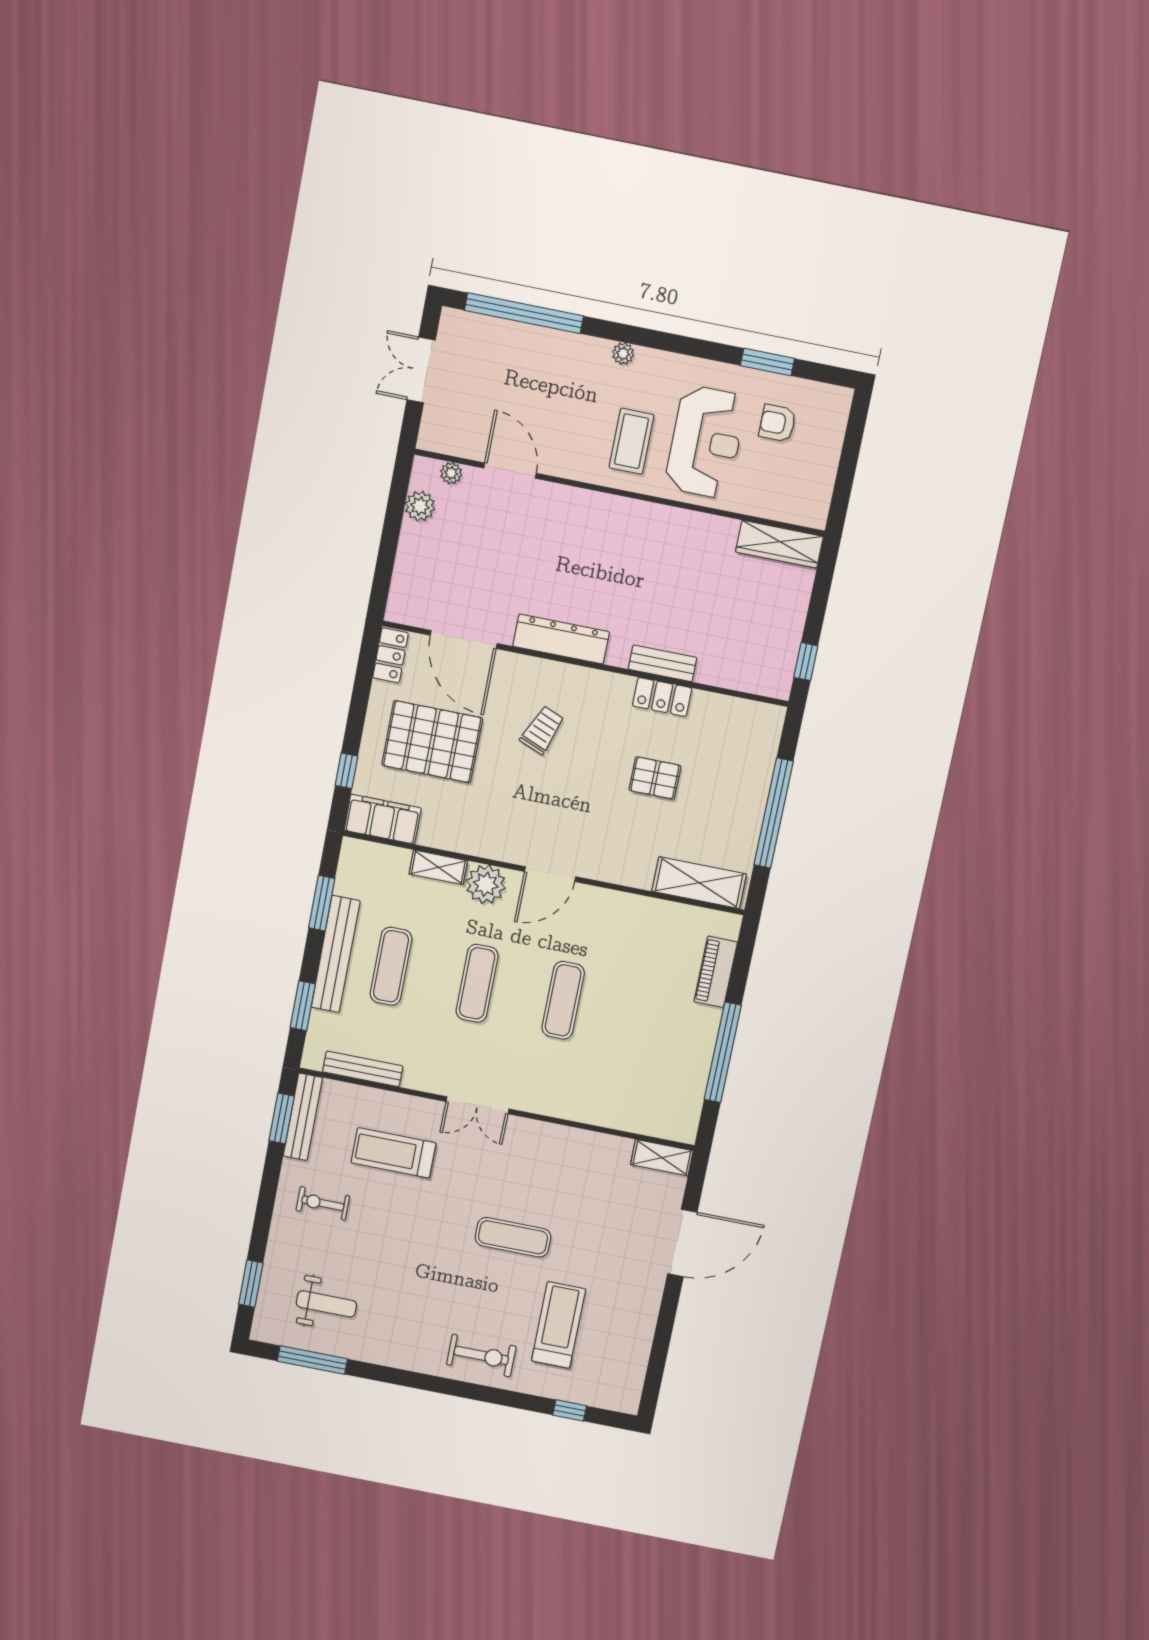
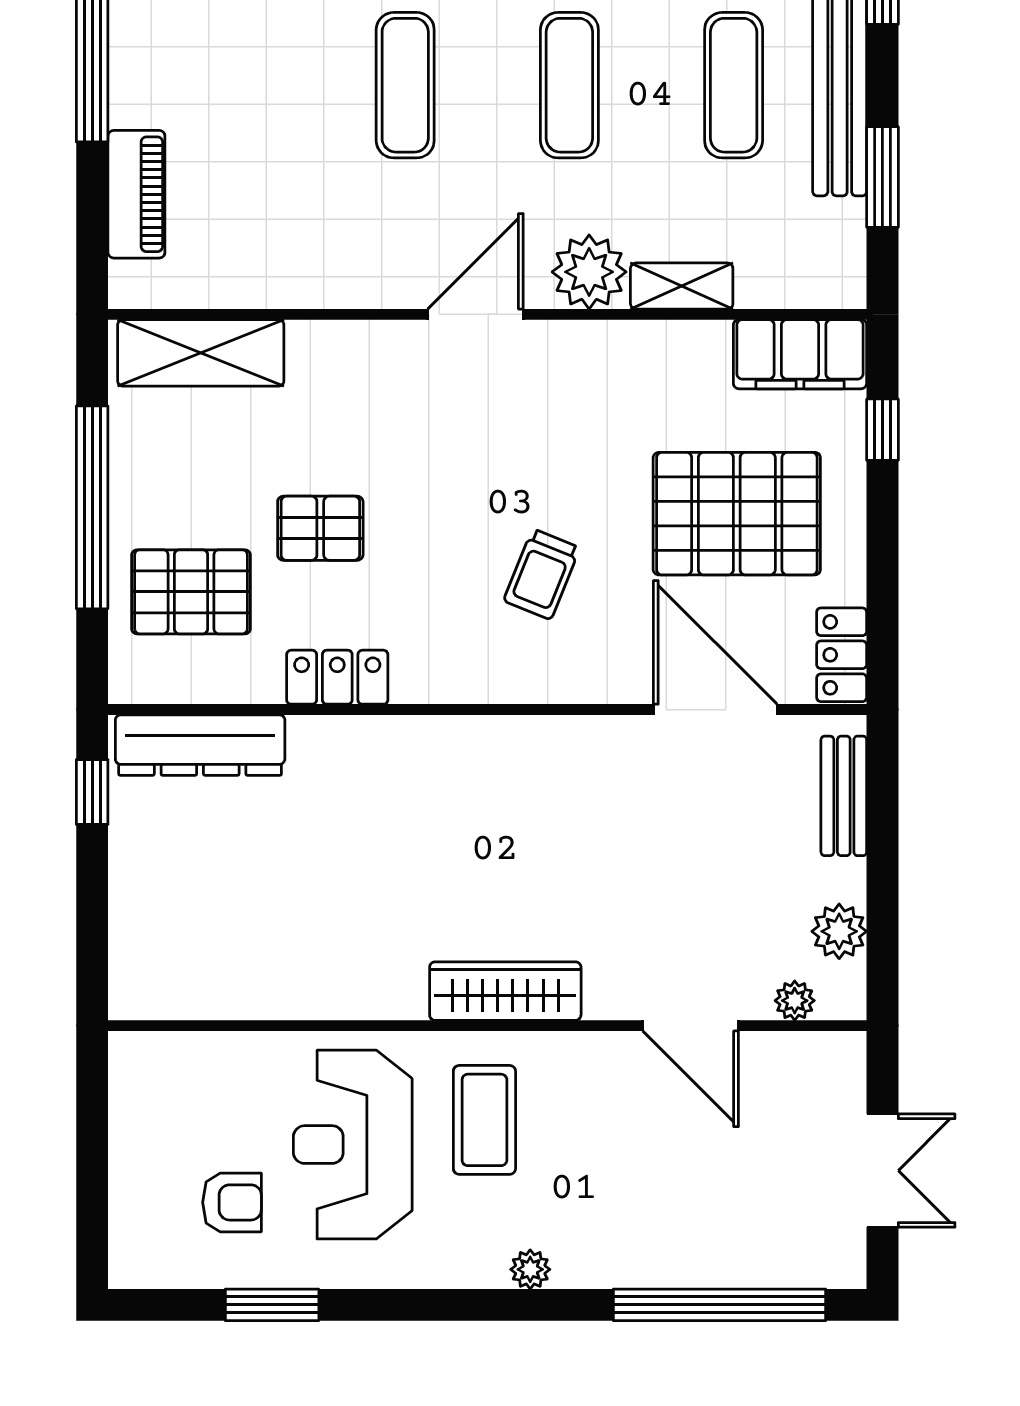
wardrobe: (779, 544) -> (505, 991), moved
dresser: (561, 639) -> (200, 745), moved
bench: (663, 663) -> (844, 796), moved, turned 90
pallet: (731, 758) -> (191, 592), added

